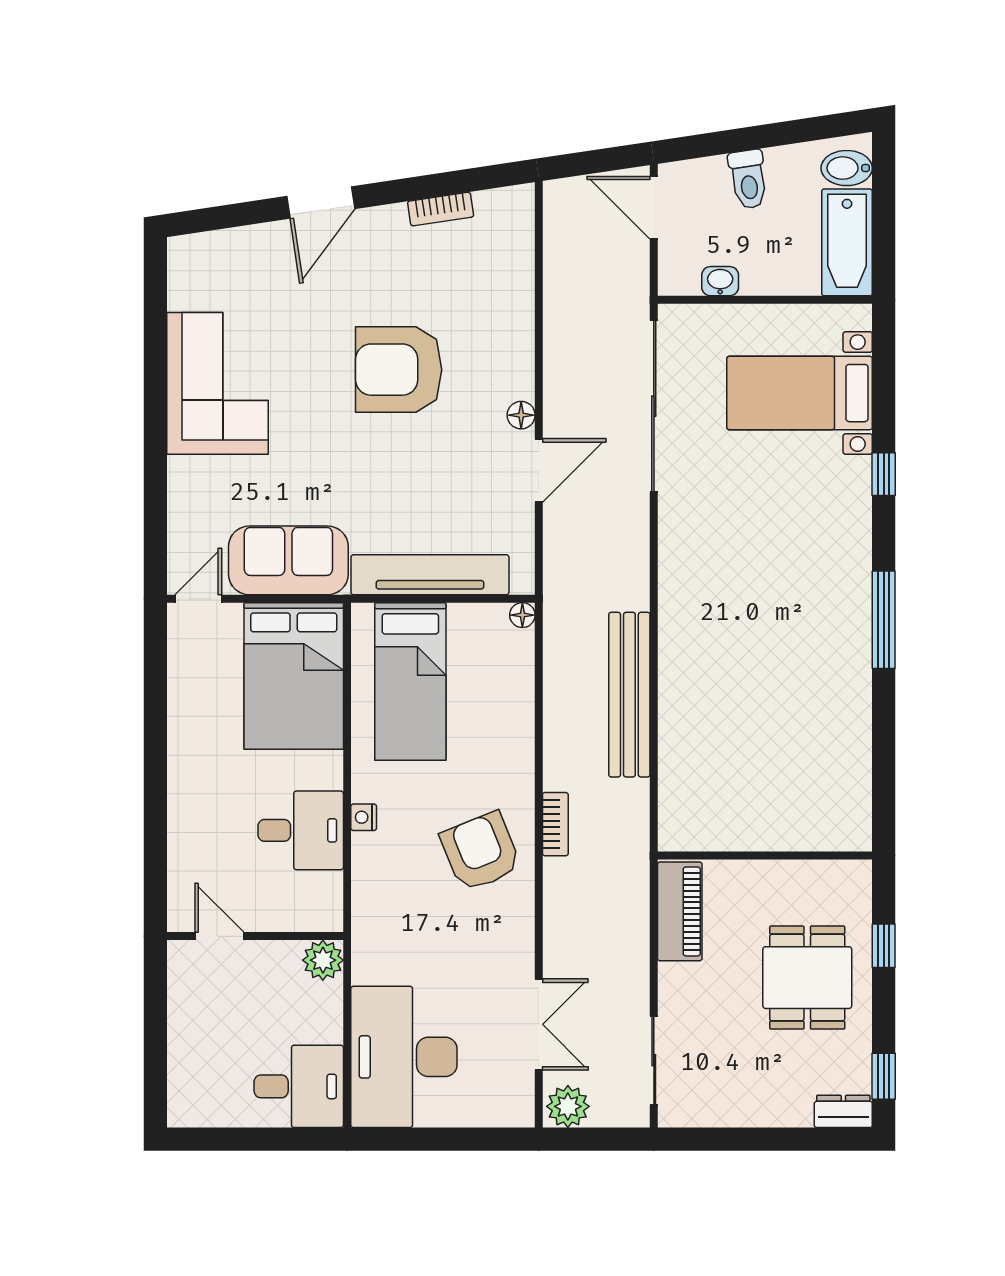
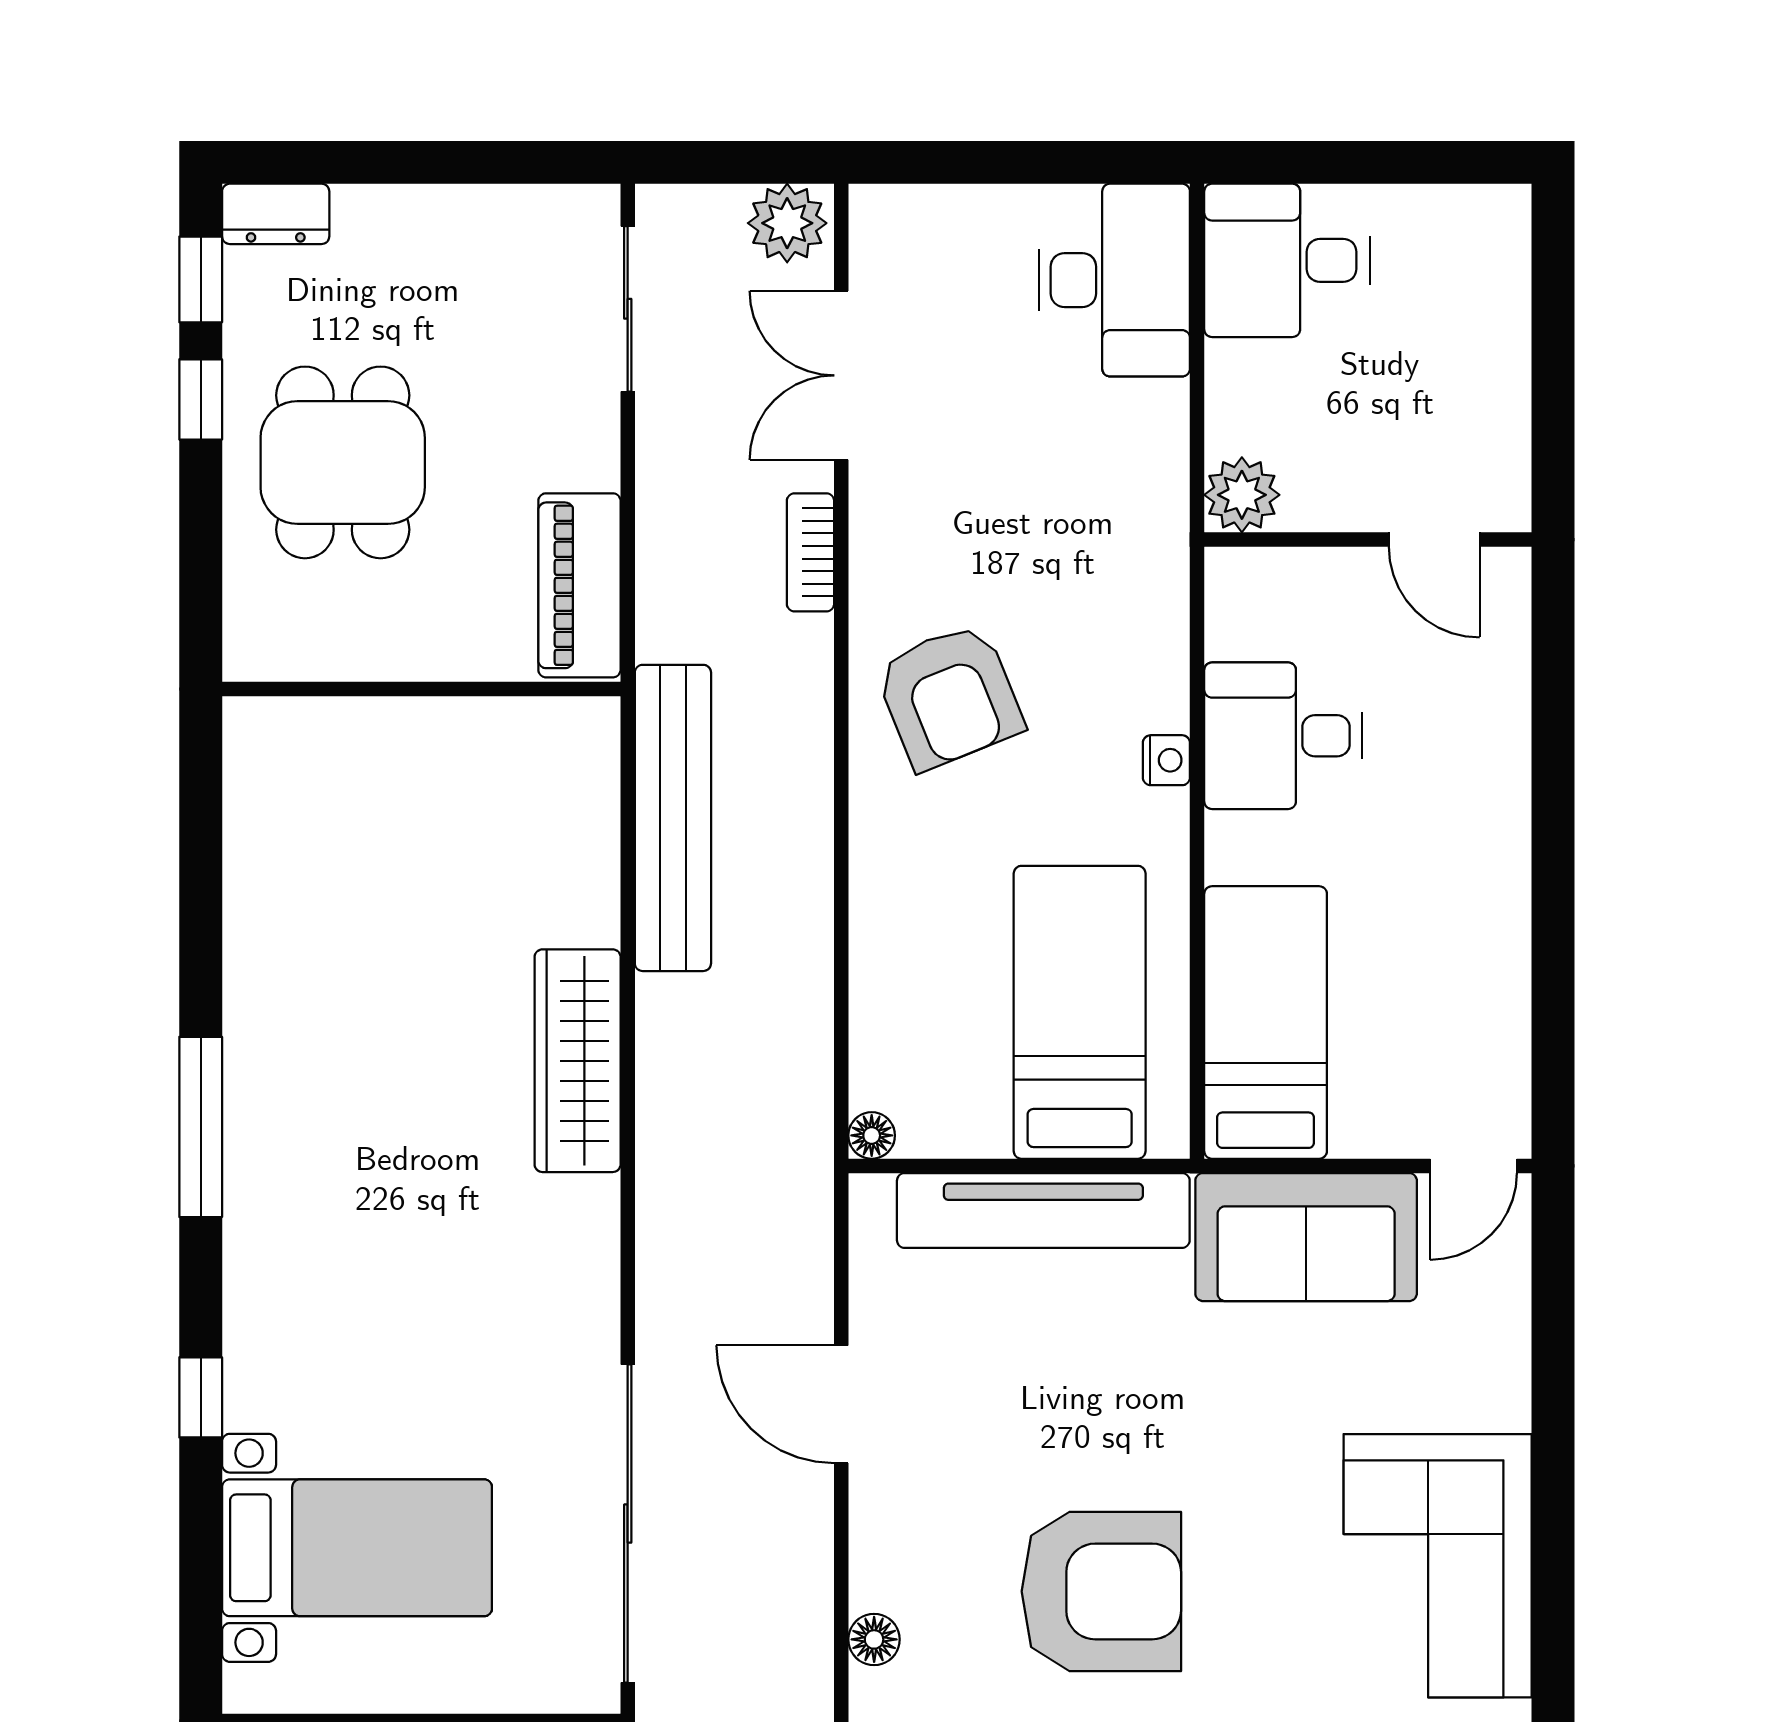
floor lamp: (521, 415) -> (874, 1639), moved
door: (539, 470) -> (841, 1404), hinge flipped
wardrobe: (681, 655) -> (578, 1061), added
bed: (294, 676) -> (1266, 1022), width x0.67
bench: (629, 695) -> (673, 818), moved
bookcase: (555, 824) -> (810, 552), moved
window: (884, 946) -> (201, 399), moved
desk: (404, 1057) -> (1114, 280), width x0.73, depth x0.77

